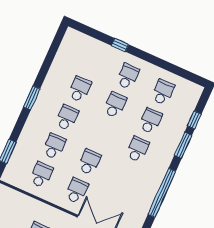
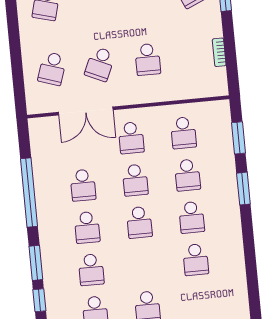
window: (32, 98) -> (243, 189), moved
school desk: (115, 105) -> (139, 222), moved
school desk: (125, 178) -> (83, 185), added

